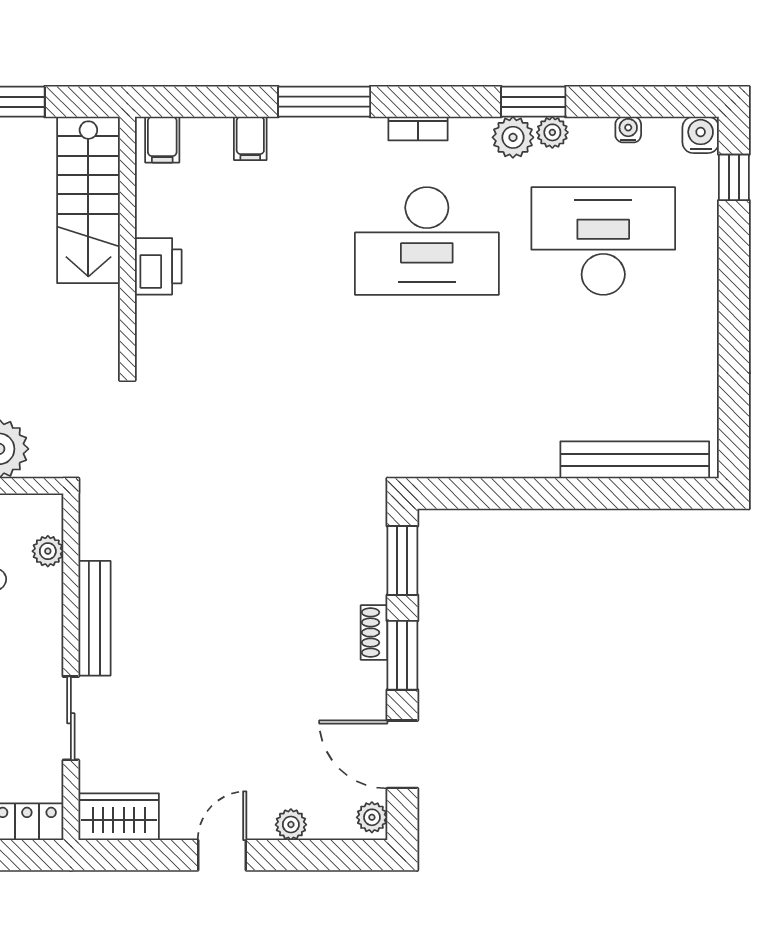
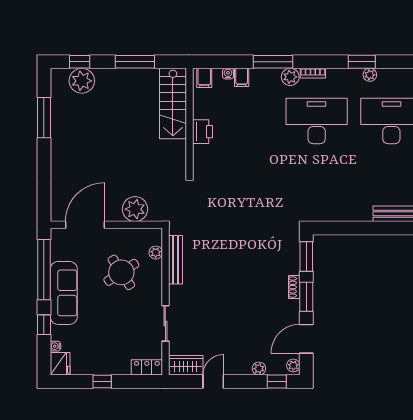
water cooler: (628, 130) -> (228, 74), moved
plant: (513, 137) -> (290, 77), moved
desk: (427, 241) -> (317, 121), turned 180
bench: (94, 618) -> (175, 260), moved
door: (402, 754) -> (306, 339), hinge flipped
door: (222, 855) -> (213, 382), moved
window: (333, 855) -> (277, 382), added

